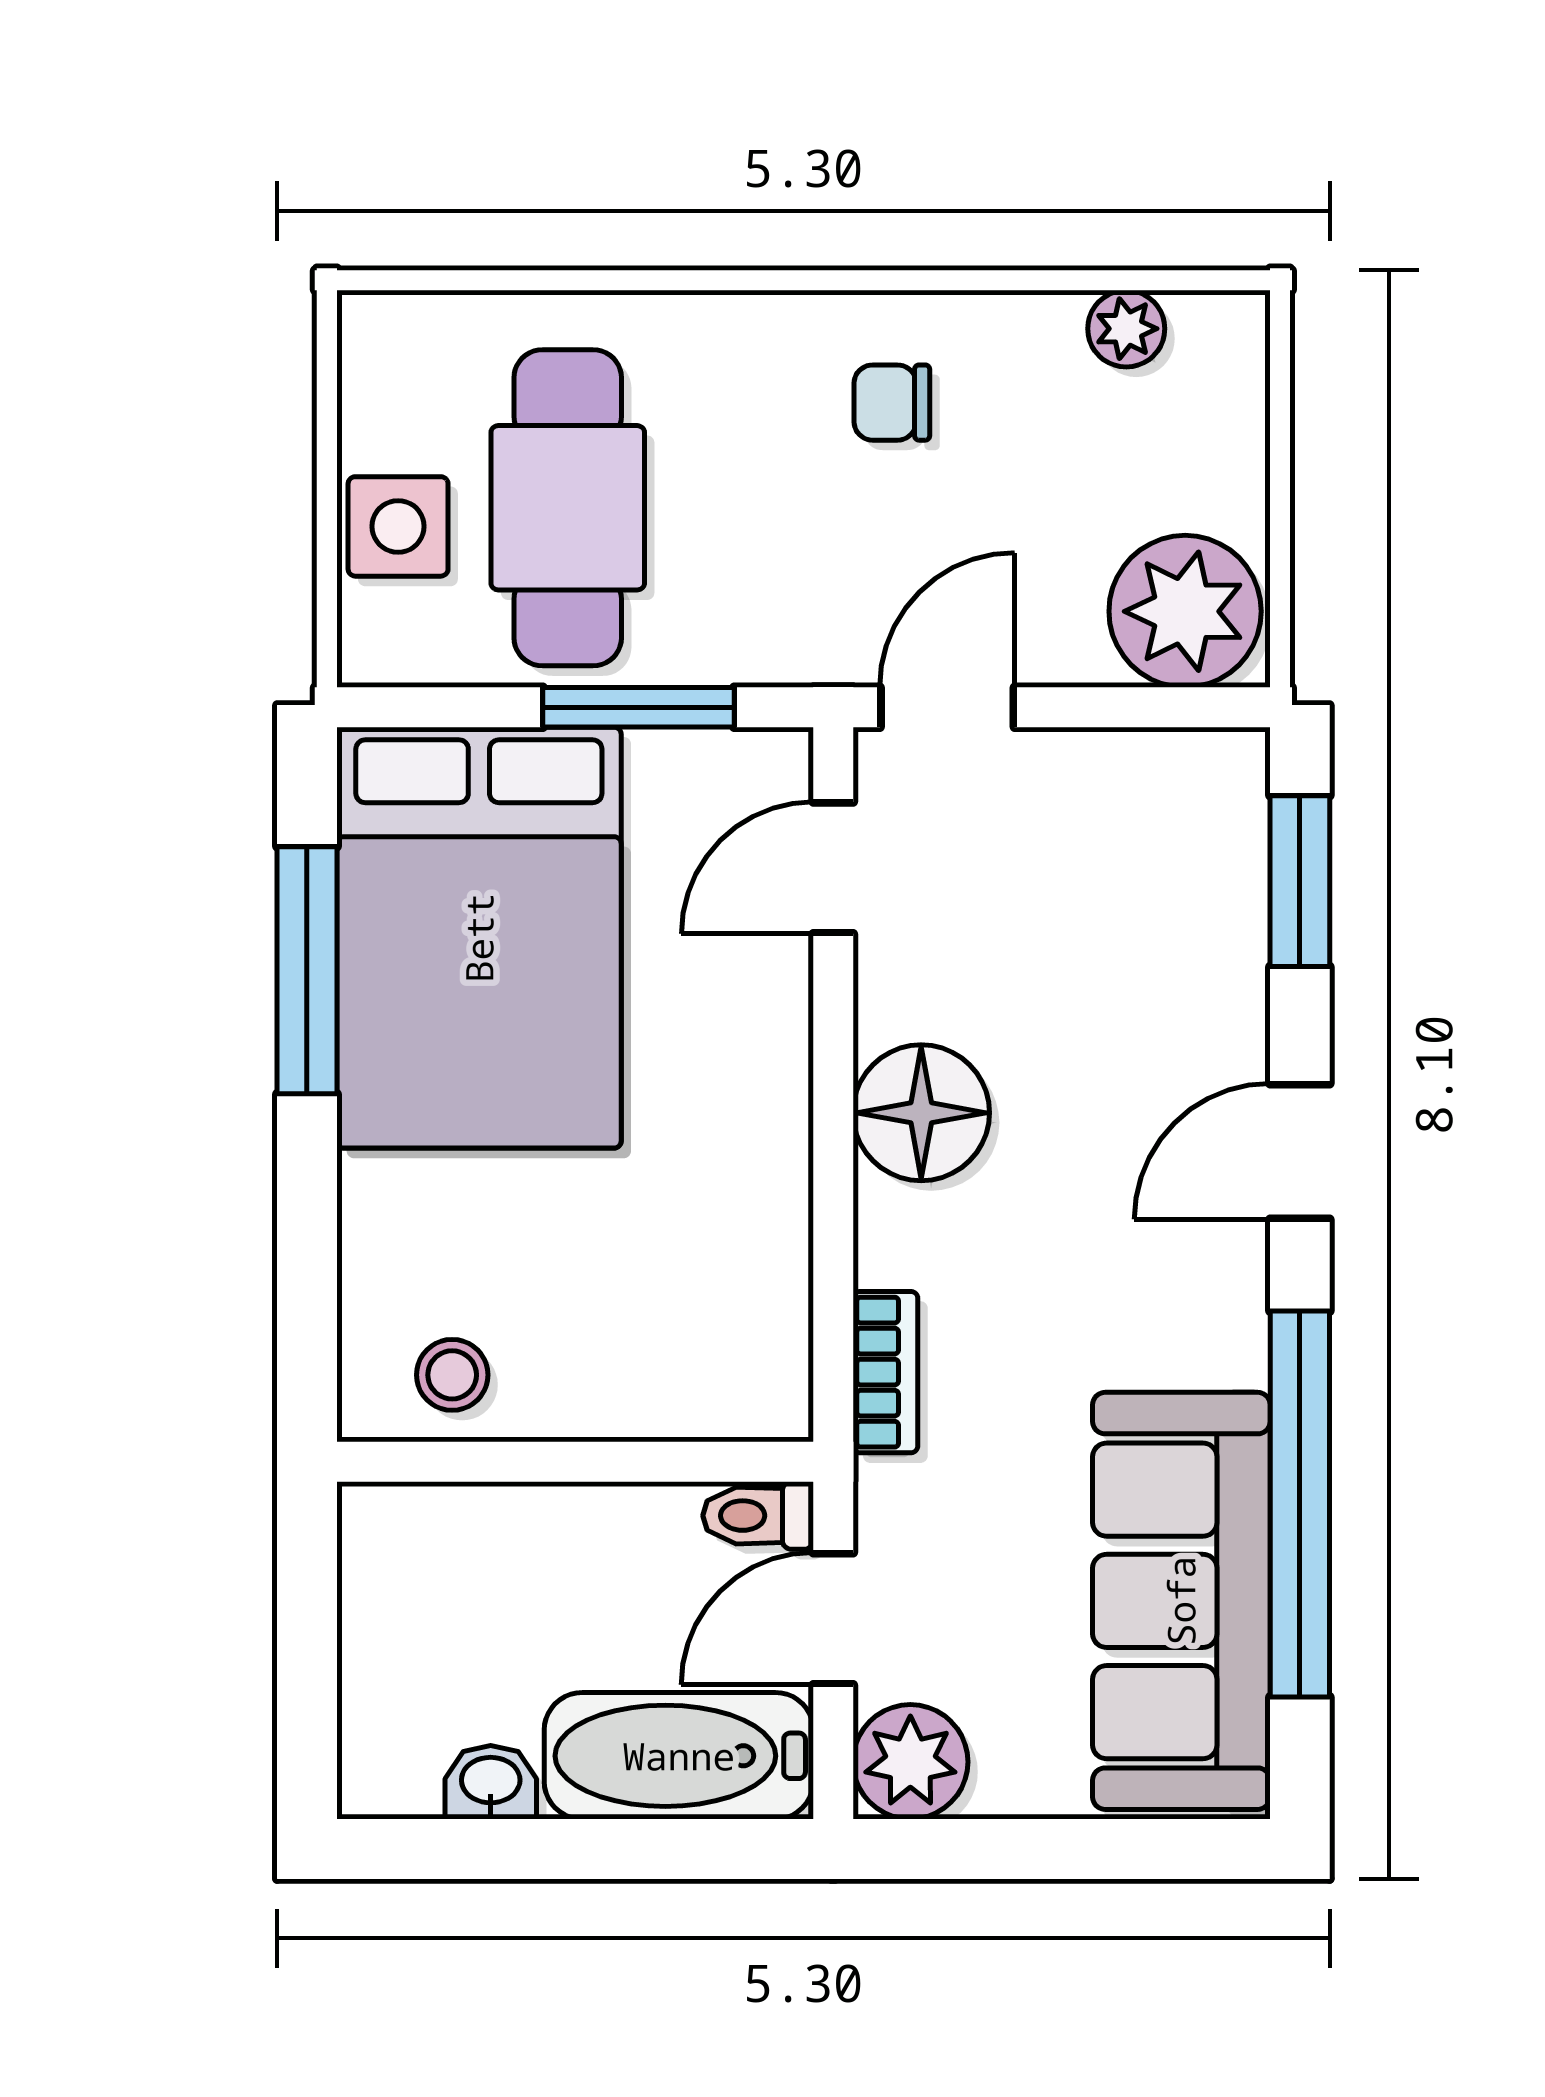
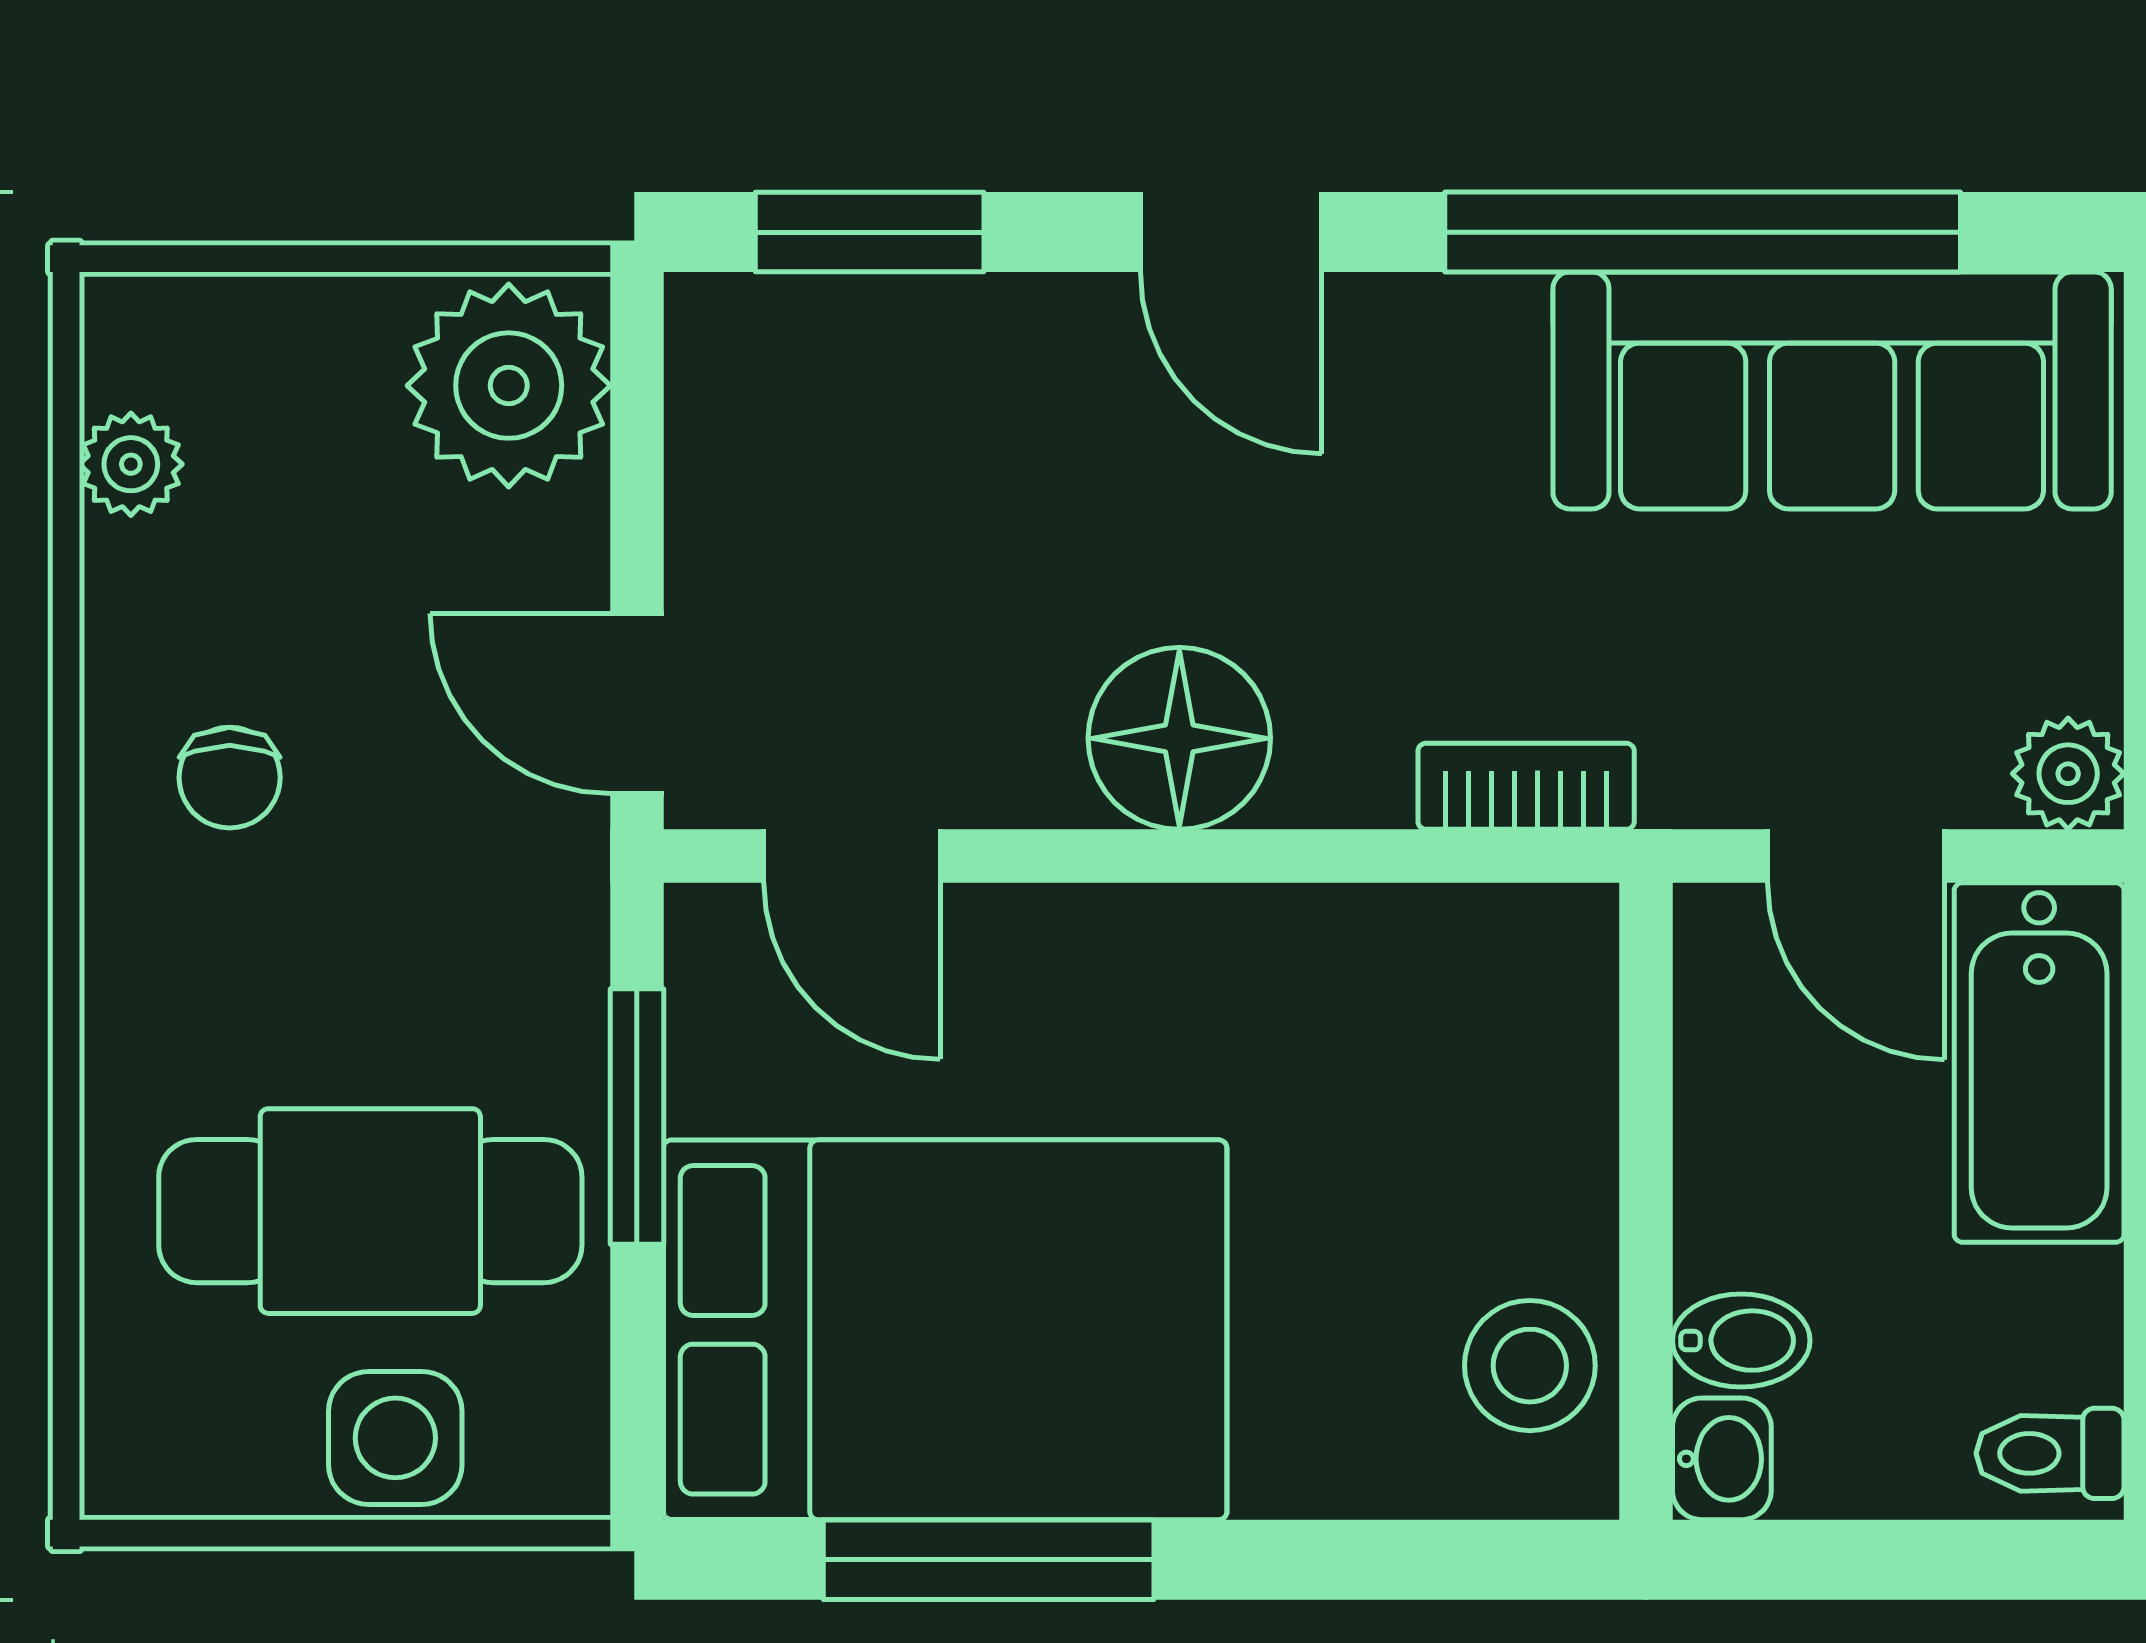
stool: (452, 1375) -> (1530, 1366), width x1.37, depth x1.37
toilet: (758, 1516) -> (2050, 1453), moved, turned 90
bidet: (471, 1533) -> (1741, 1341), added
plant: (910, 1762) -> (2068, 774), width x0.73, depth x0.73
washbasin: (491, 1782) -> (1722, 1459), moved, turned 180

